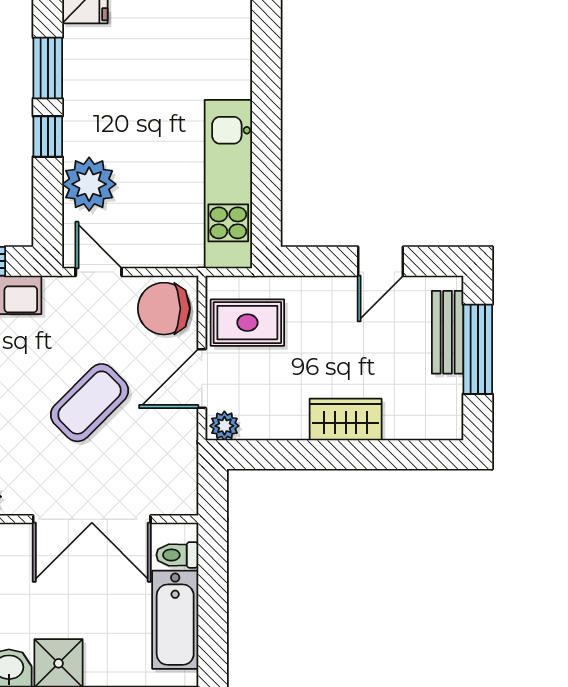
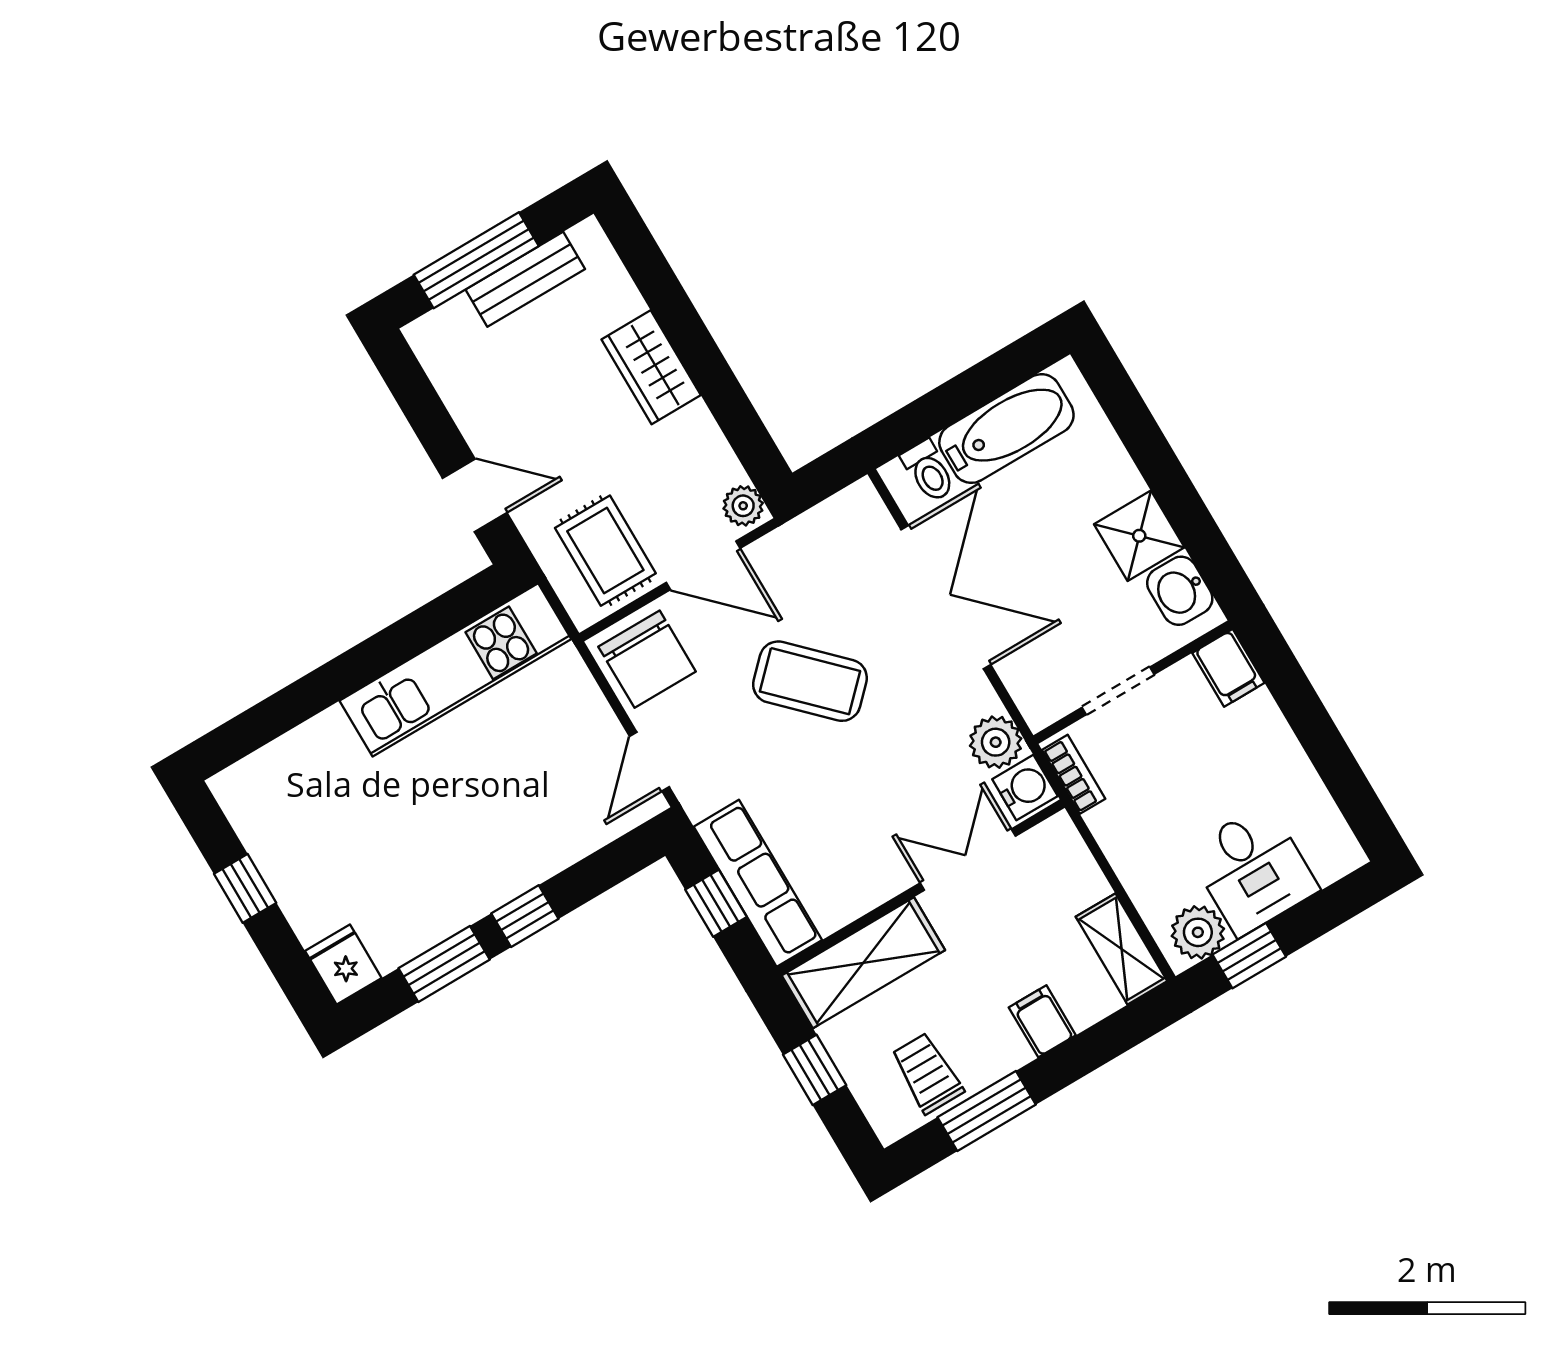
plant: (89, 184) -> (552, 834), removed
door: (380, 261) -> (475, 495), moved
bench: (448, 332) -> (525, 279), moved

